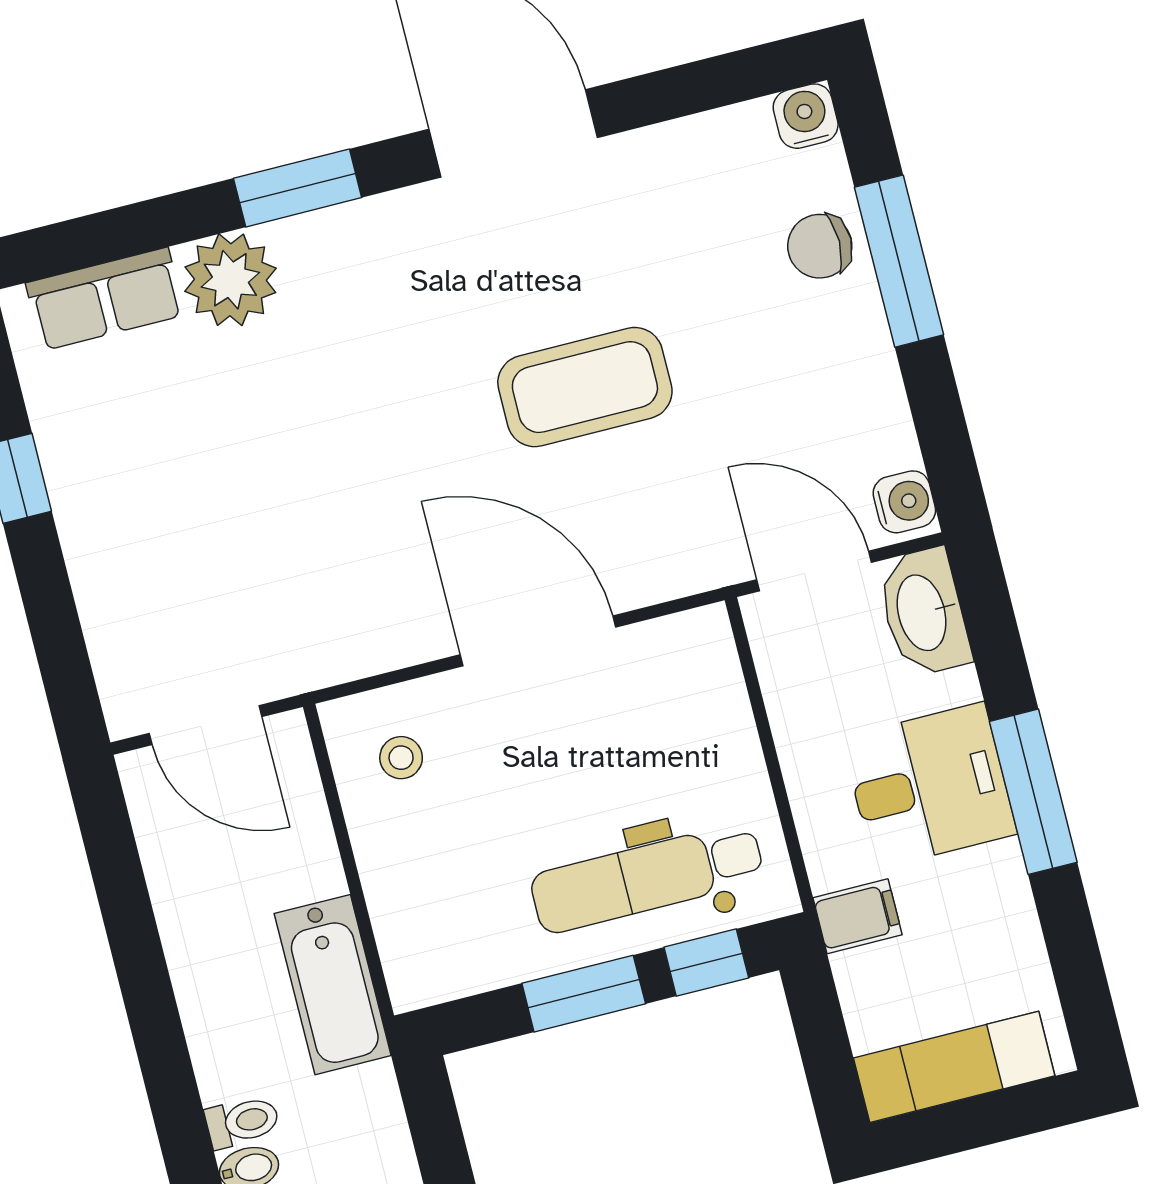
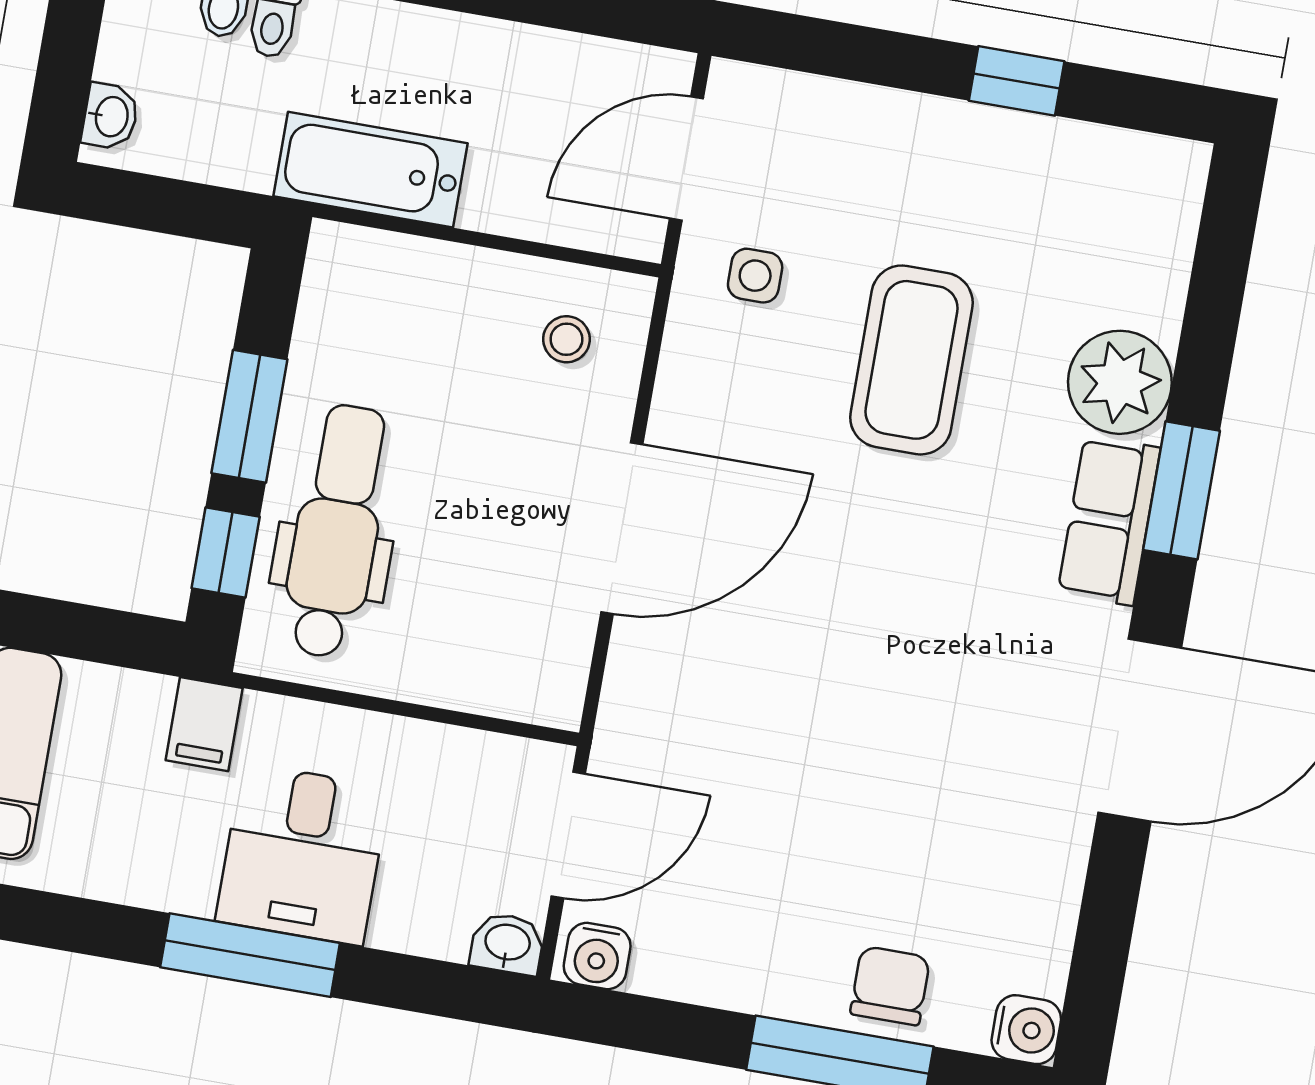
row of seats: (105, 299) -> (1109, 520), moved
coffee table: (585, 387) -> (911, 360), moved
washbasin: (924, 612) -> (507, 944), width x0.52, depth x0.69
side table: (278, 624) -> (755, 276), added

